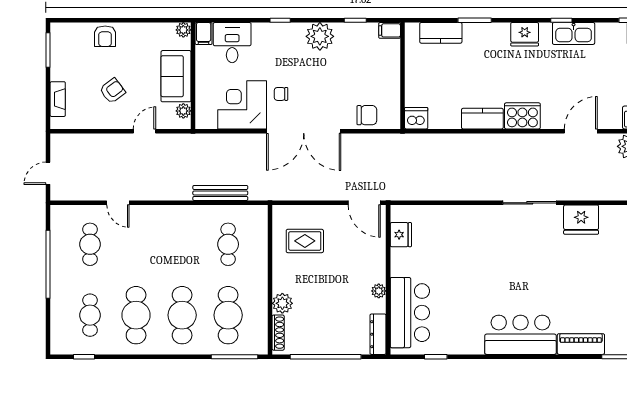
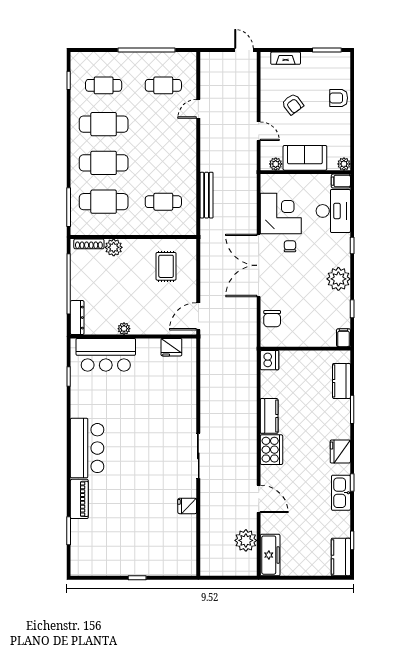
desk: (232, 43) -> (333, 211), width x1.37
door: (48, 173) -> (244, 50), moved
fridge: (581, 220) -> (187, 506), width x0.53, depth x0.75
dresser: (378, 334) -> (77, 318), moved, turned 90

